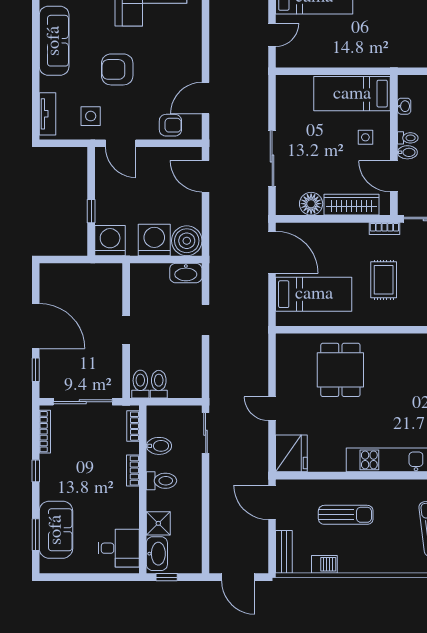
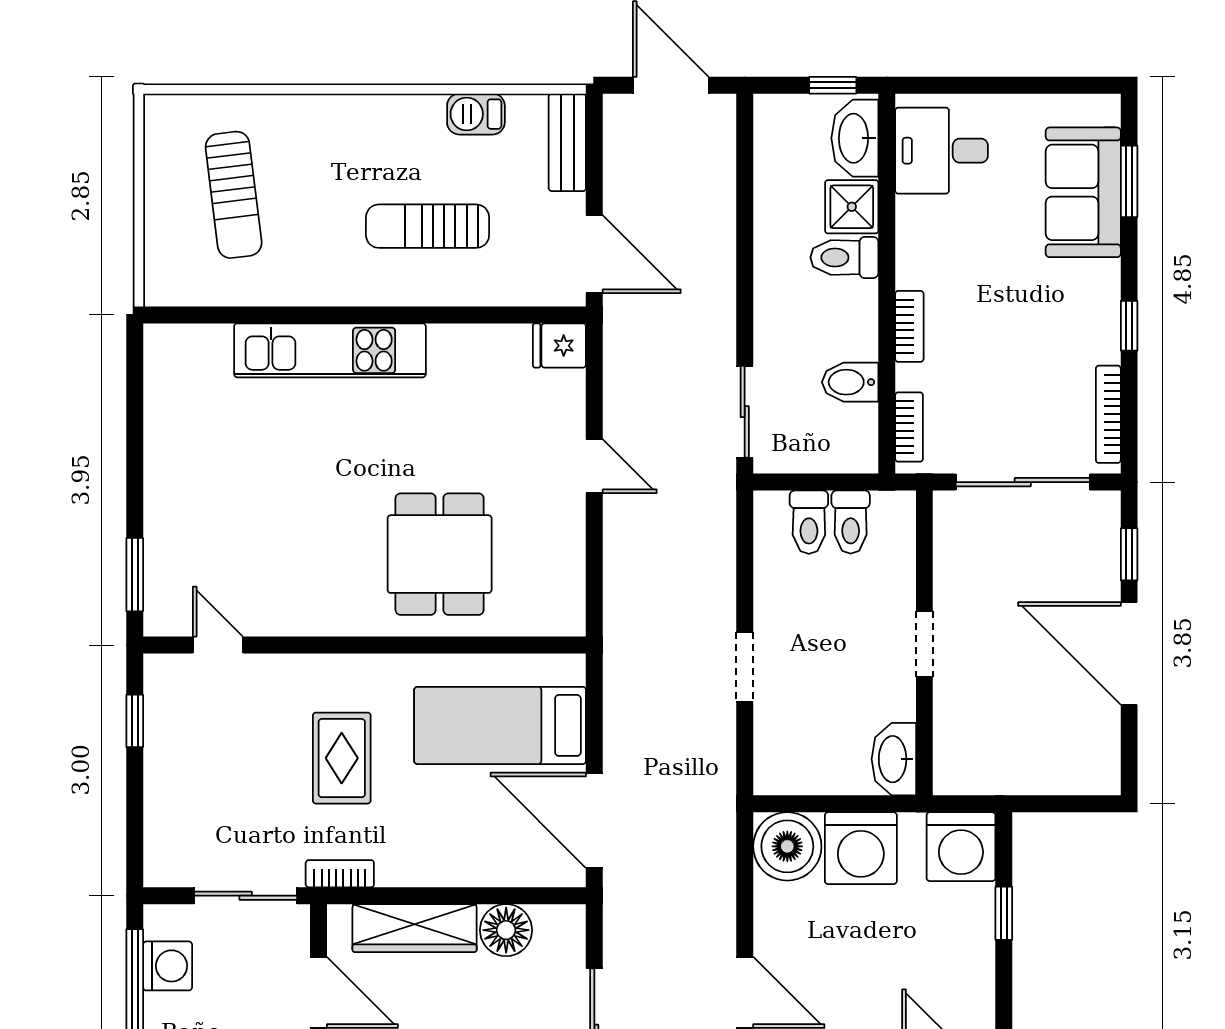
washbasin: (186, 273) -> (894, 759), moved, turned -90
toilet: (140, 384) -> (809, 522), moved
fridge: (291, 453) -> (559, 346), width x0.53, depth x0.75
toilet: (162, 481) -> (844, 257), moved

